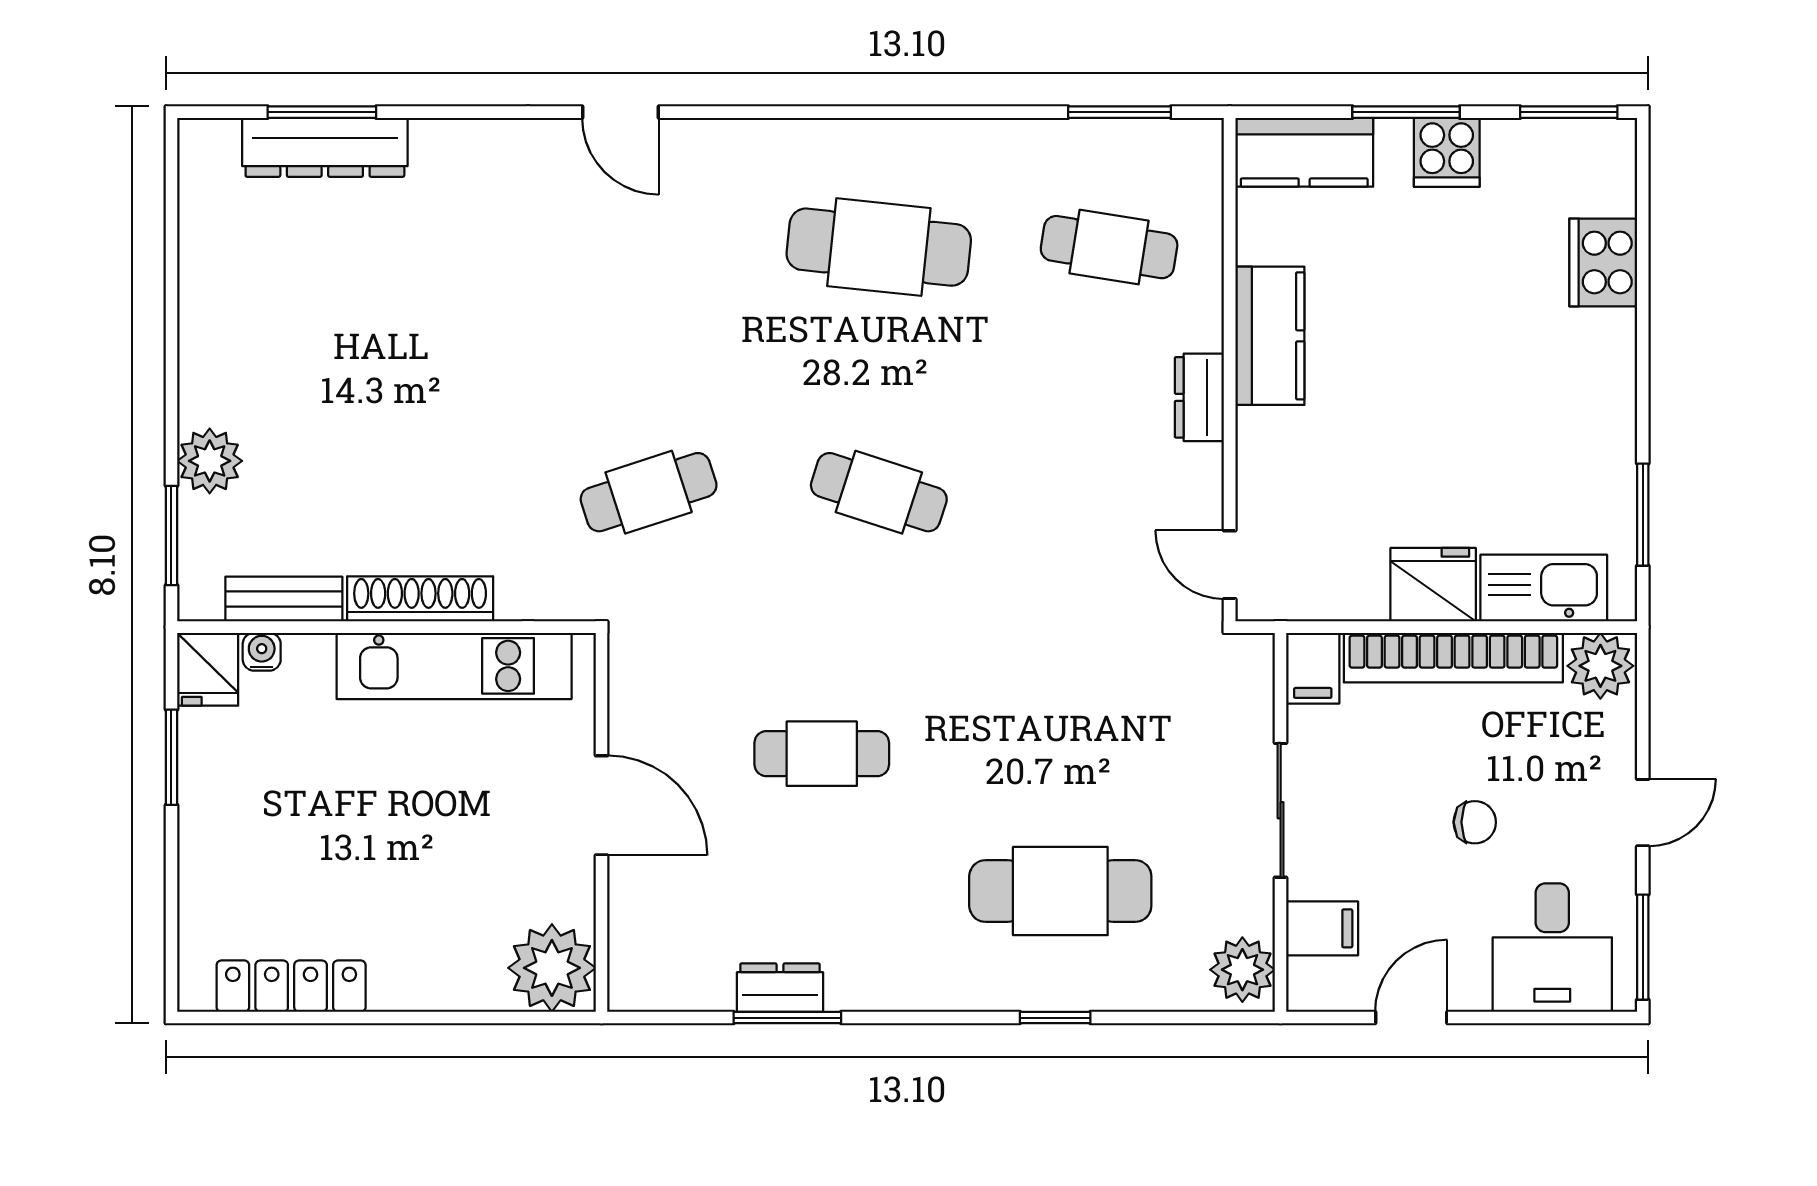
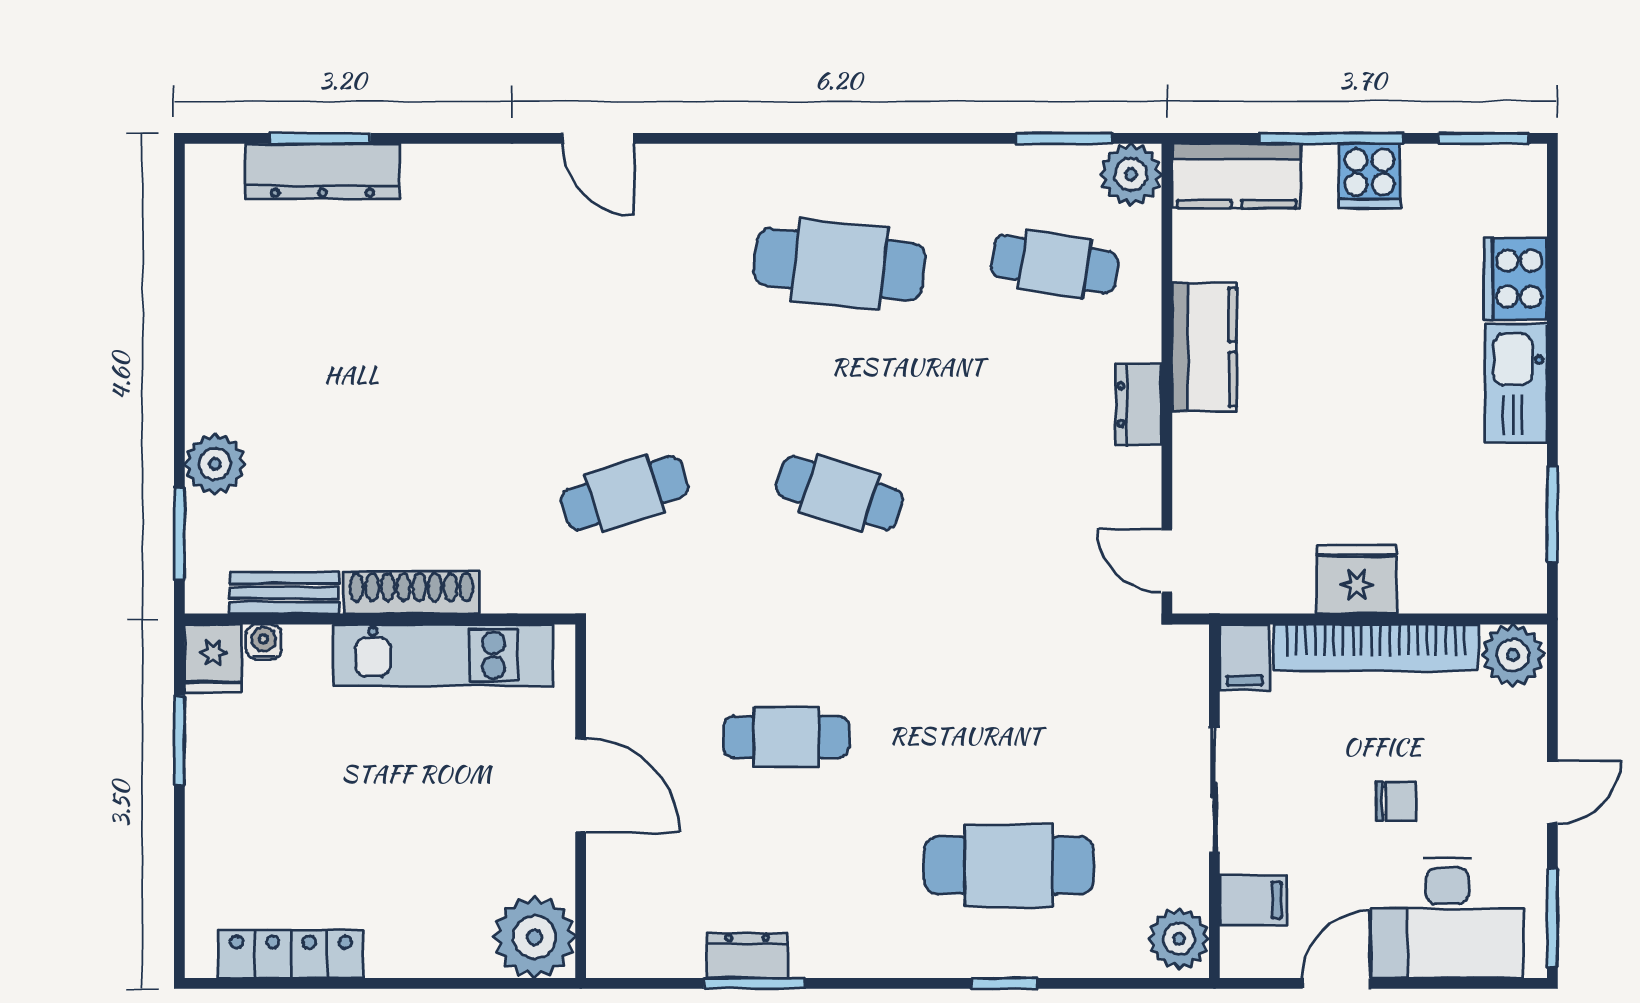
window: (1406, 112) -> (1332, 138), width x1.44
plant: (1191, 151) -> (1131, 174), added
kitchen sink: (1544, 588) -> (1516, 383), moved, turned -90
desk: (1552, 948) -> (1447, 918), width x1.37

